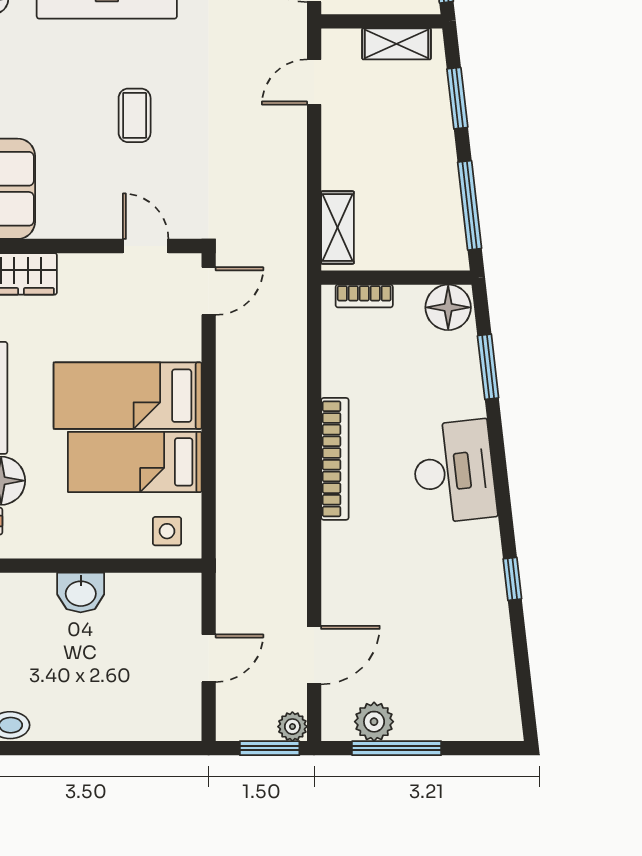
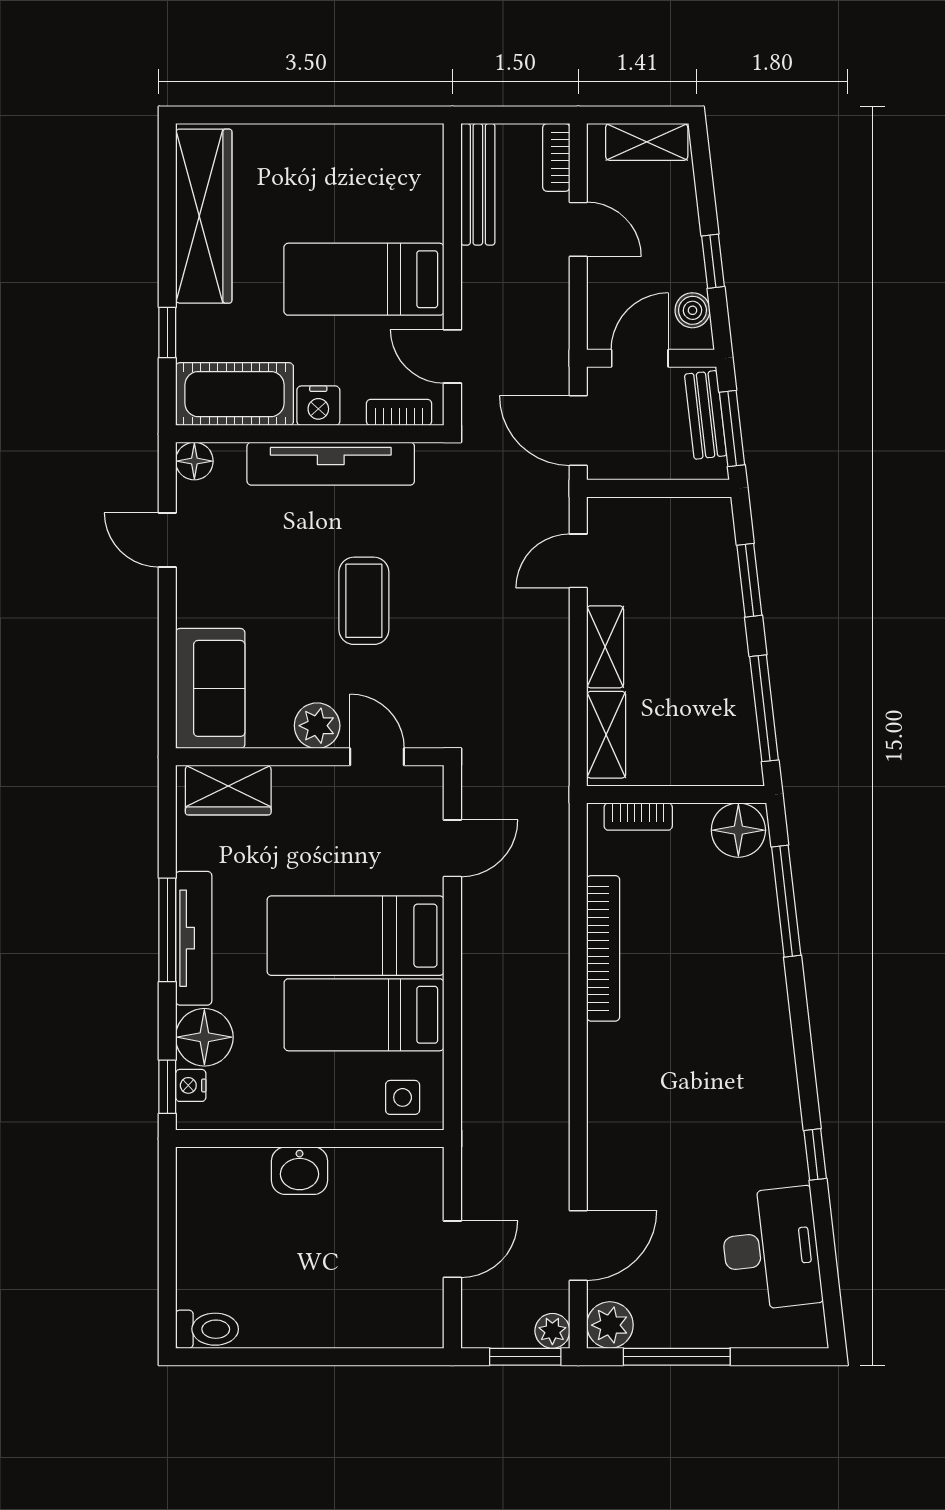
shelving: (397, 44) -> (605, 647), moved, turned 90
coffee table: (135, 115) -> (364, 601), width x1.36, depth x1.30
plant: (95, 220) -> (317, 726), added
door: (209, 291) -> (452, 848), moved
window: (488, 367) -> (786, 901), width x1.44
bookcase: (335, 459) -> (603, 948), moved
desk: (454, 472) -> (771, 1249), moved
plant: (374, 722) -> (610, 1325), moved

